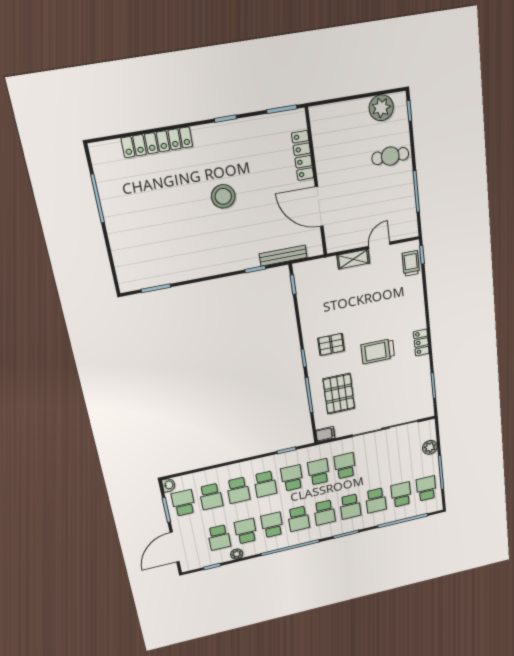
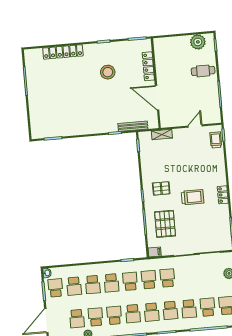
stool: (223, 196) -> (108, 72), moved
shelving: (353, 259) -> (162, 135), moved
trolley: (378, 351) -> (193, 197), turned 180

